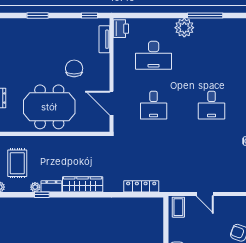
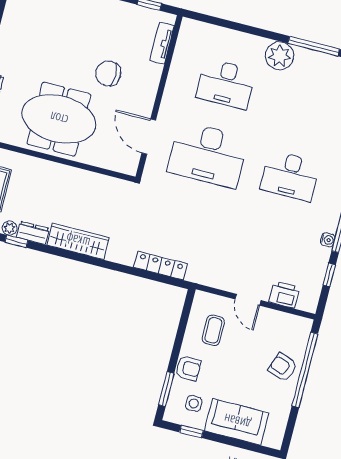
printer: (121, 29) -> (284, 295), moved, turned -90
chair: (74, 68) -> (108, 73), turned -90
desk: (154, 105) -> (208, 155), width x1.87, depth x1.30
desk: (212, 105) -> (290, 176), width x1.37
coffee table: (178, 207) -> (213, 330), moved

